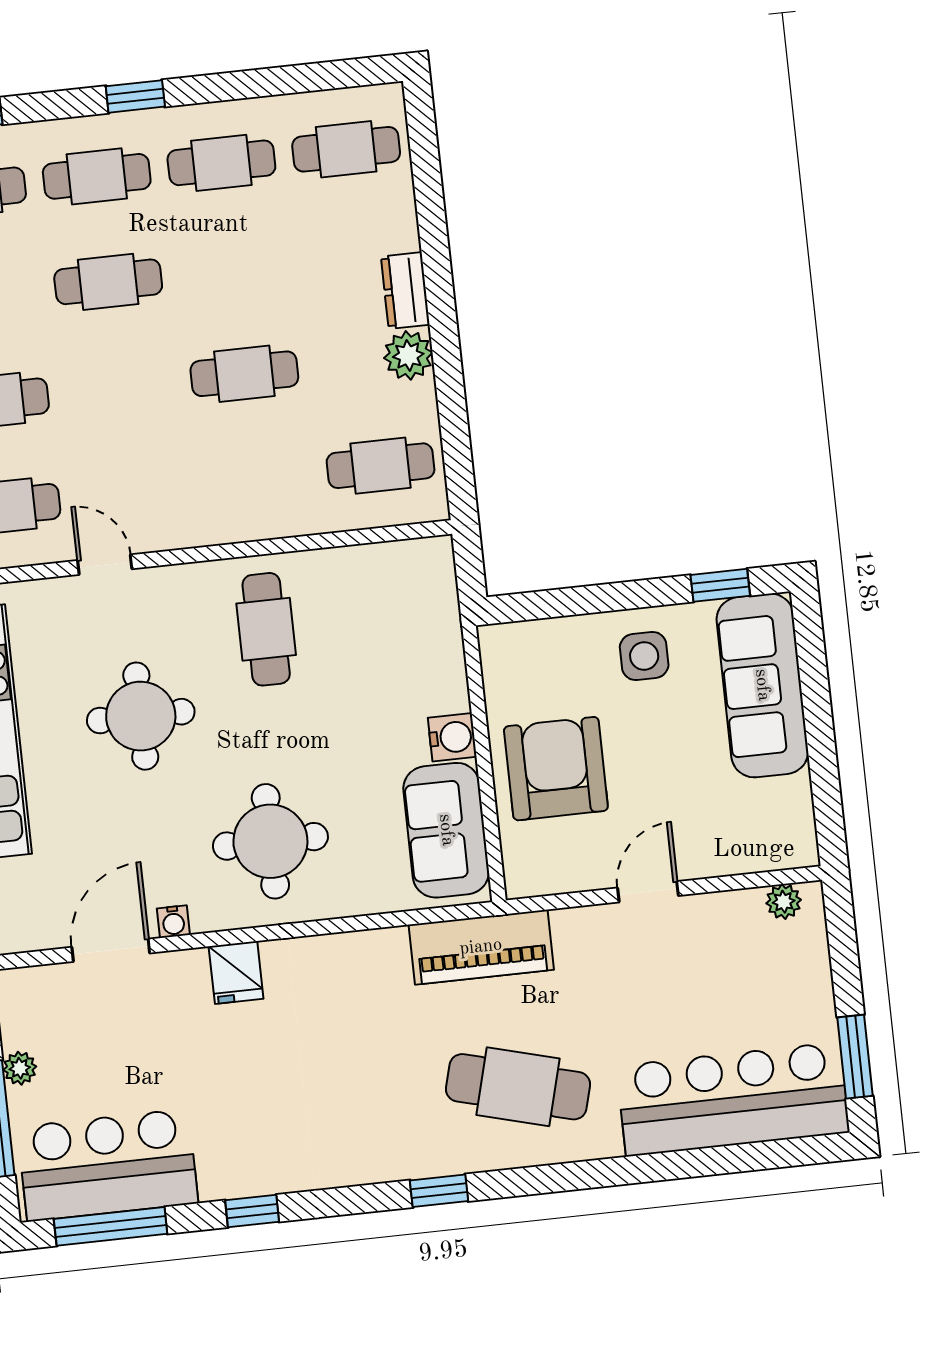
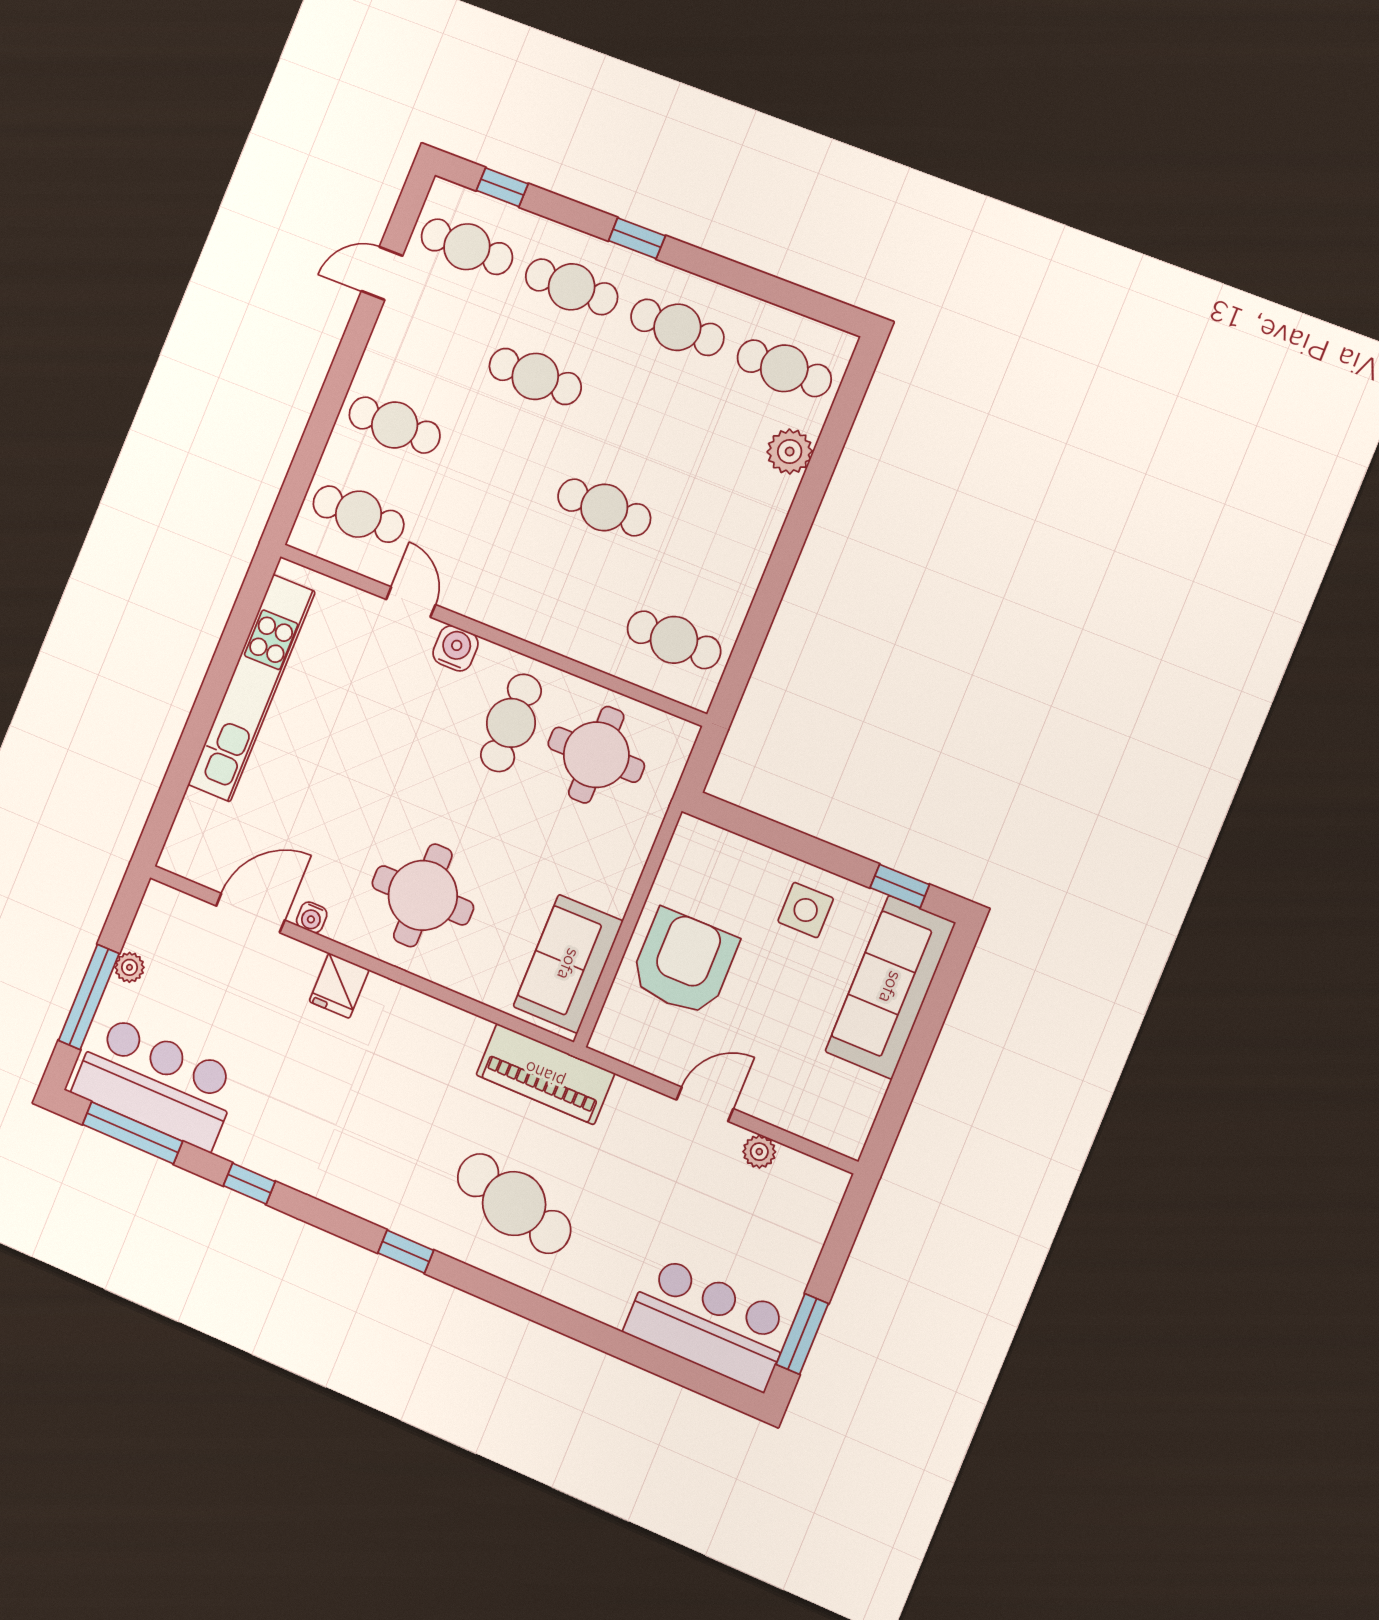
dresser: (405, 291) -> (771, 508), removed
plant: (408, 355) -> (790, 451), moved
round table: (141, 716) -> (596, 755), moved
water cooler: (452, 737) -> (455, 648), moved, turned -90
plant: (784, 902) -> (759, 1152), moved
bar counter: (733, 1099) -> (709, 1323), width x0.73

